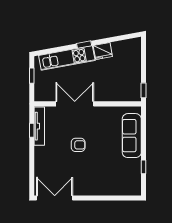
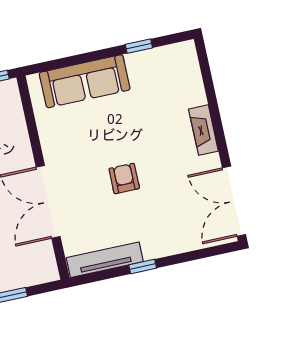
window: (32, 130) -> (143, 266), moved
fireplace: (94, 190) -> (203, 130), added

